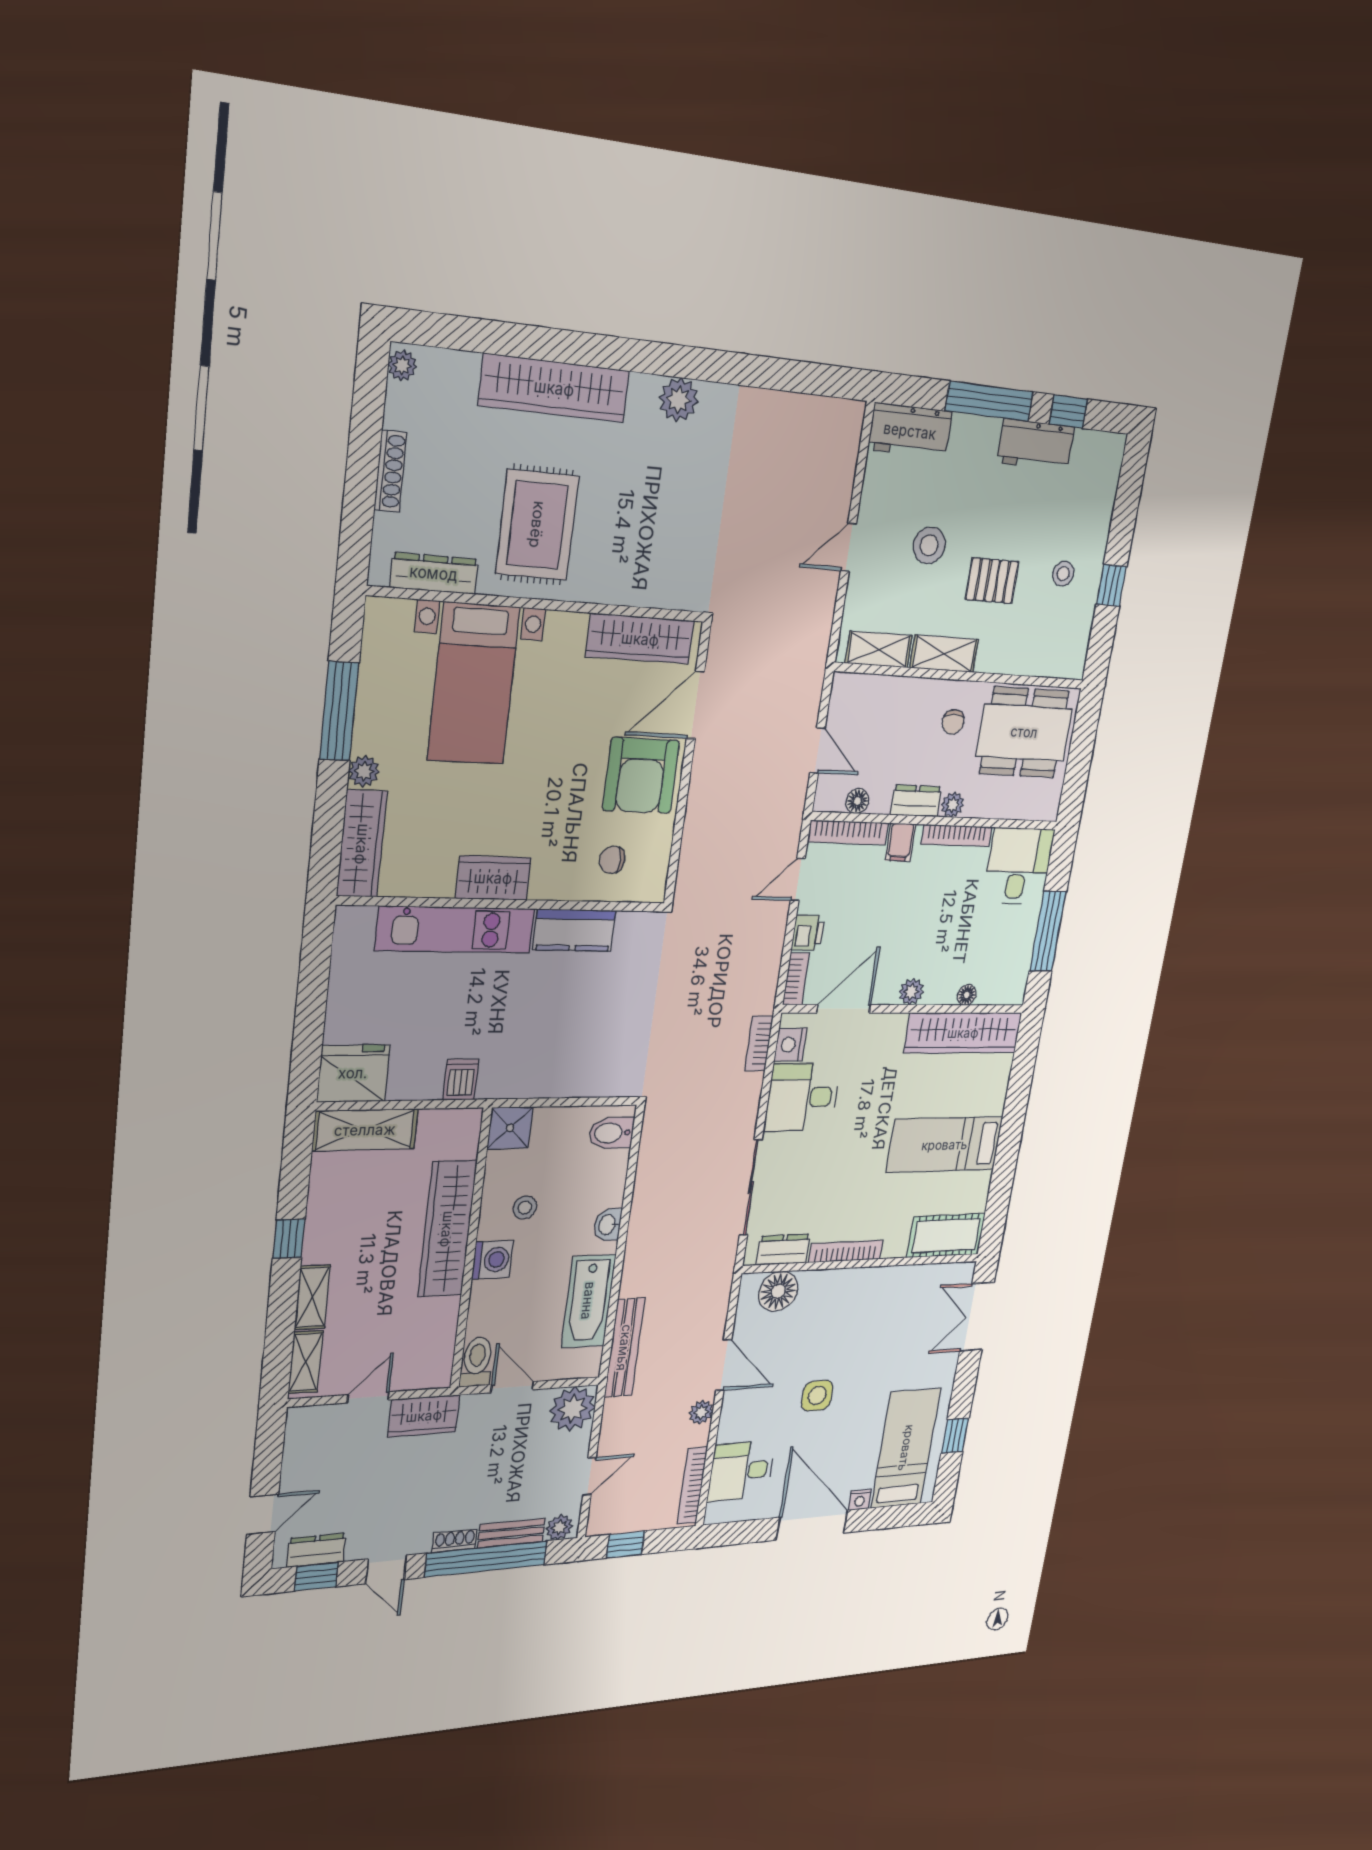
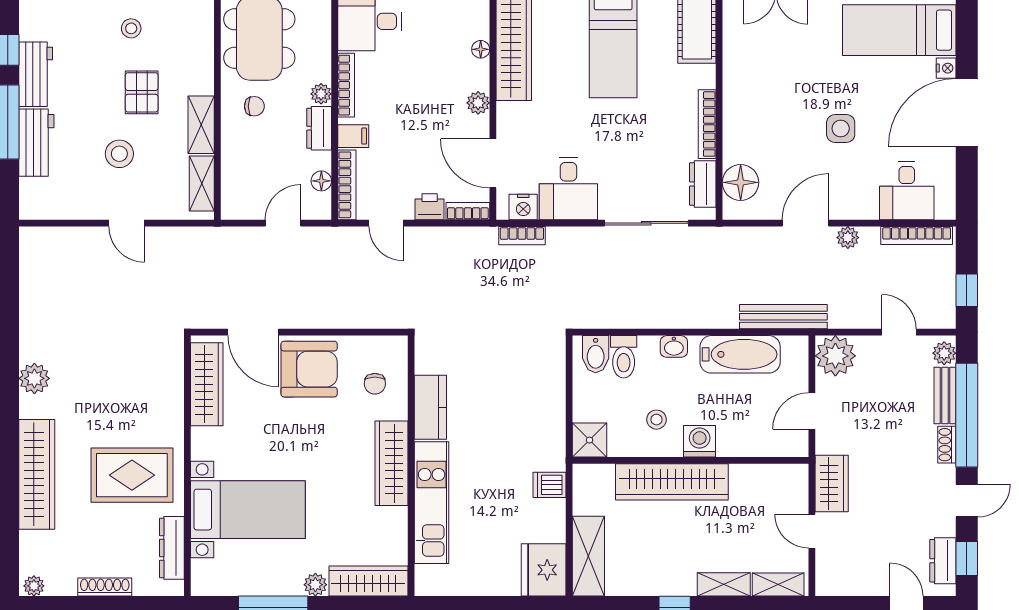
workbench: (910, 431) -> (36, 143), moved
wardrobe: (493, 878) -> (391, 463), width x1.50
toilet: (477, 1362) -> (624, 357), moved, turned -90

